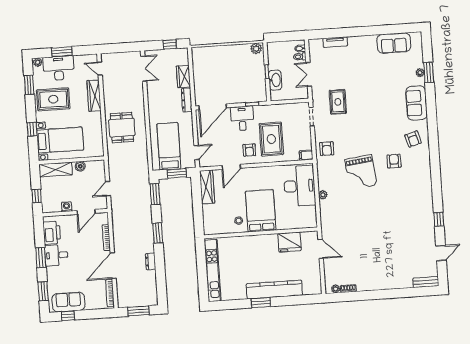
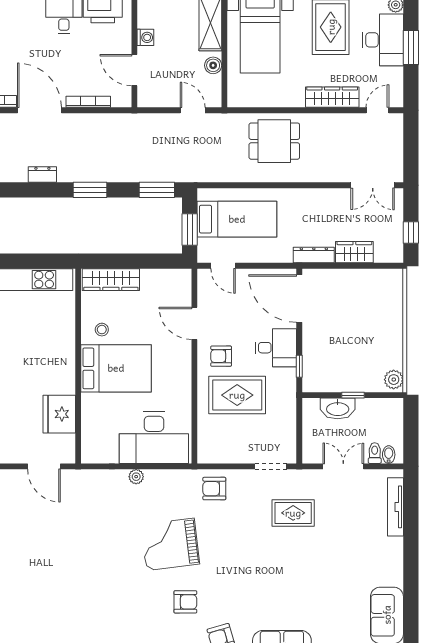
tv unit: (335, 42) -> (395, 507), width x1.41
filing cabinet: (306, 155) -> (206, 452), removed
wardrobe: (207, 187) -> (111, 280), moved
door: (108, 189) -> (193, 110), moved
door: (321, 249) -> (44, 466), hinge flipped

